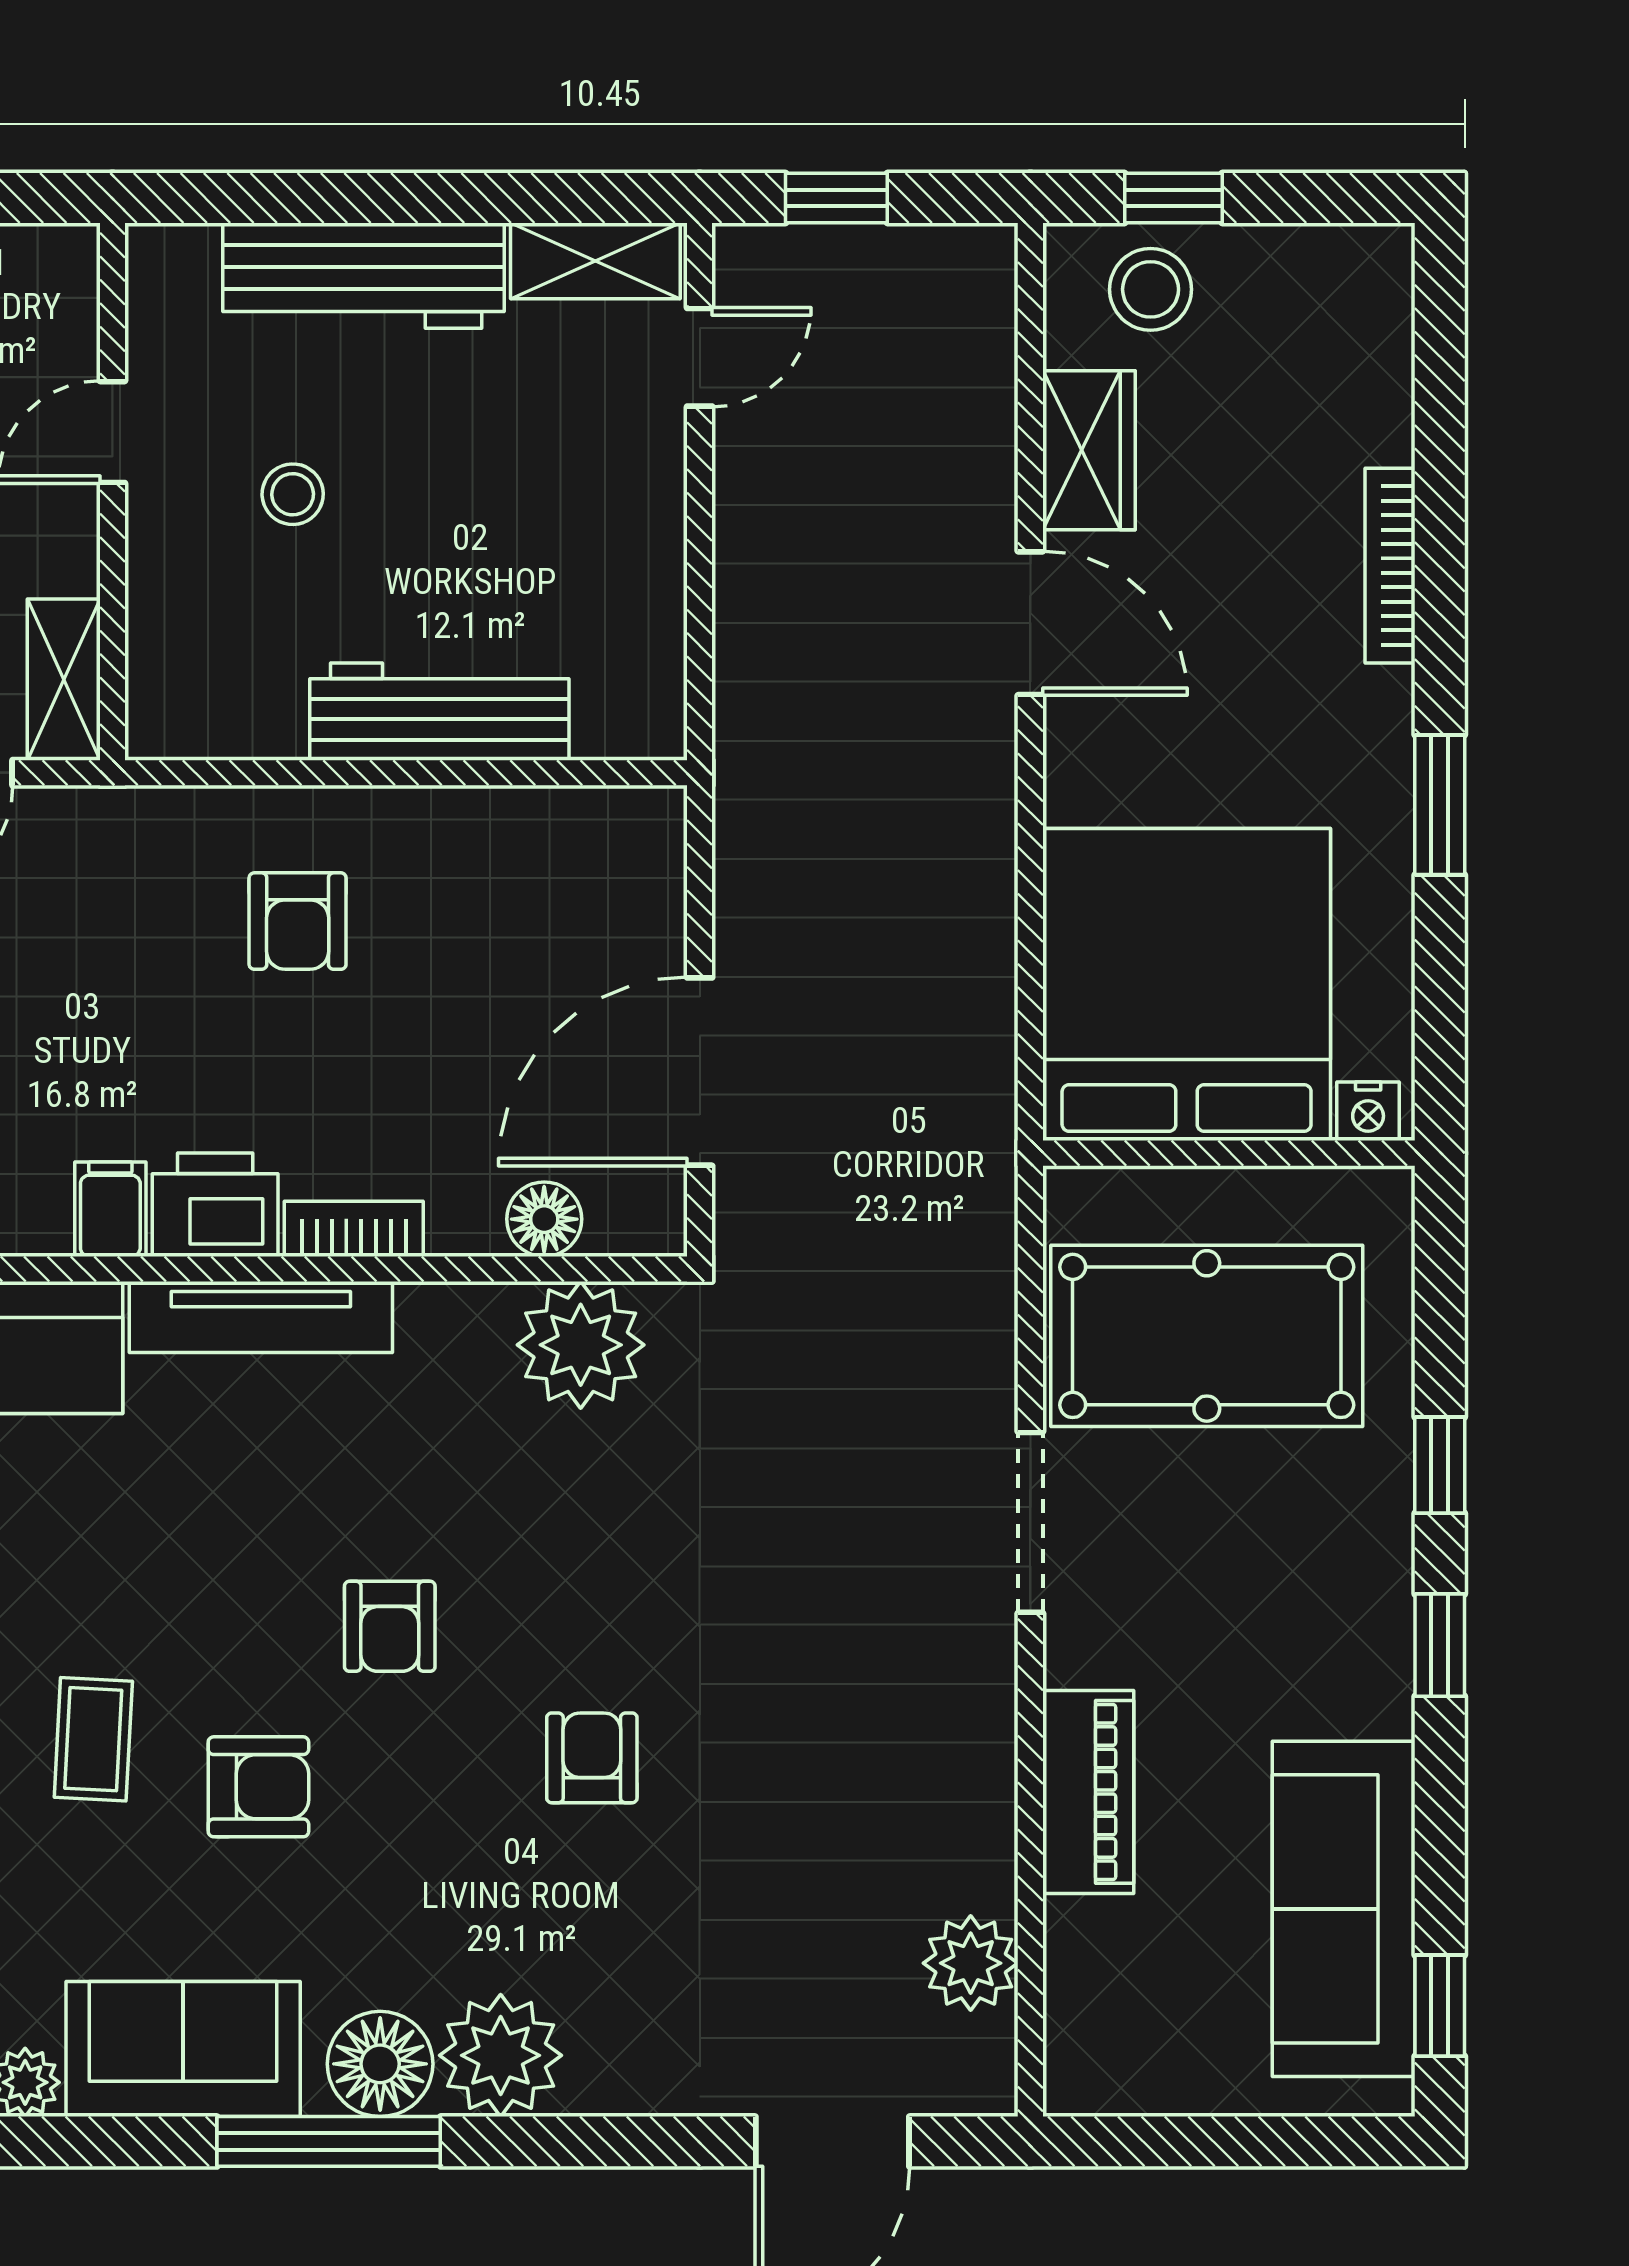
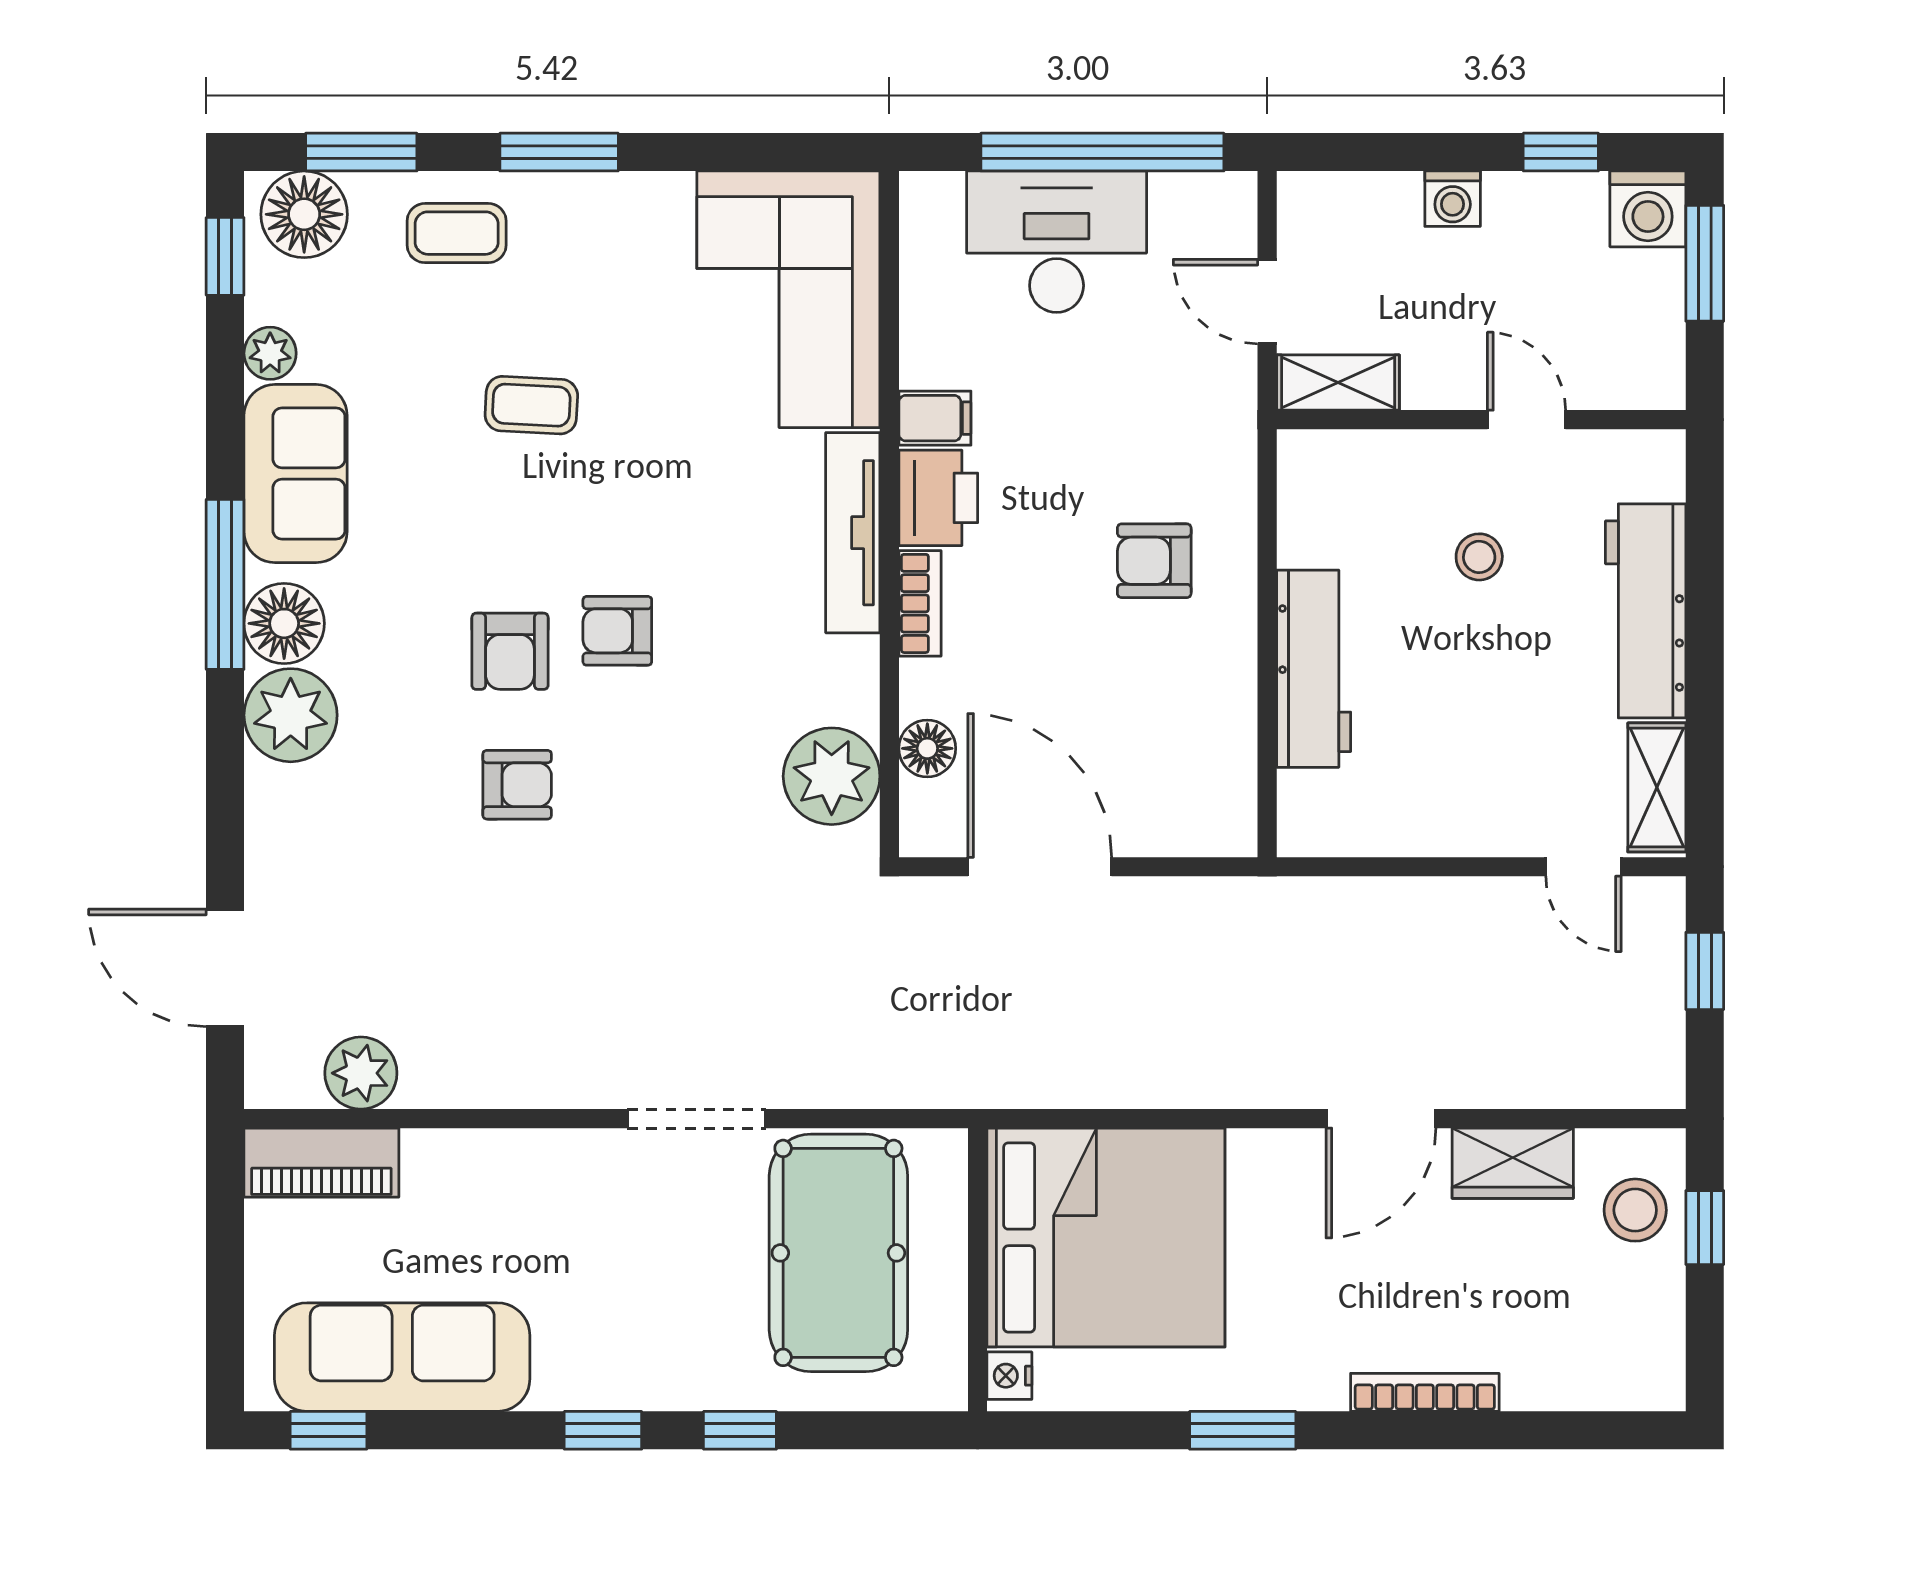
armchair: (258, 1787) -> (510, 651), moved
piano: (1088, 1792) -> (321, 1163), moved

